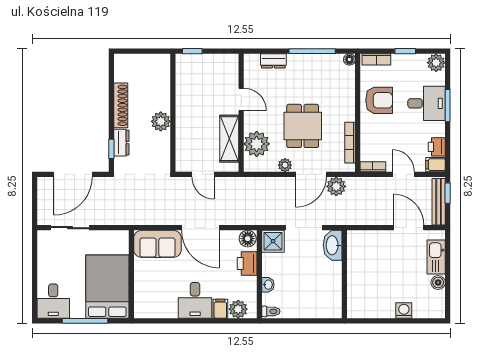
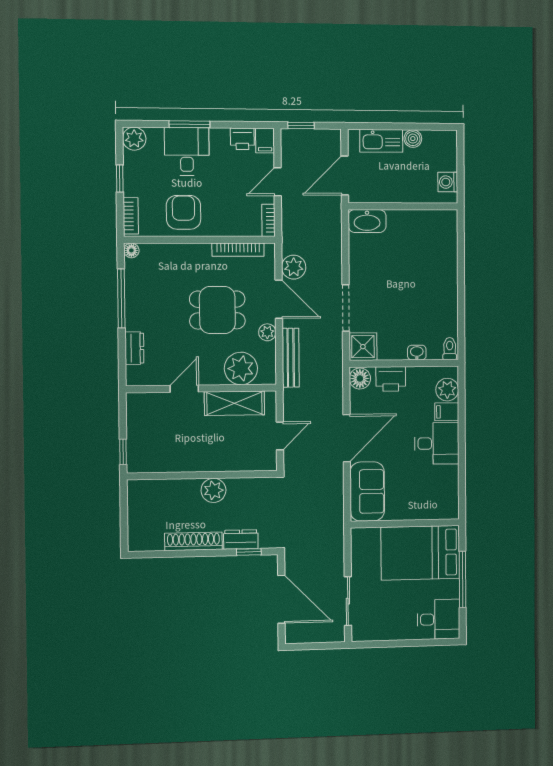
bench: (439, 202) -> (291, 358), moved, turned 90
washbasin: (333, 245) -> (367, 221), moved
wall: (344, 274) -> (403, 206), moved

